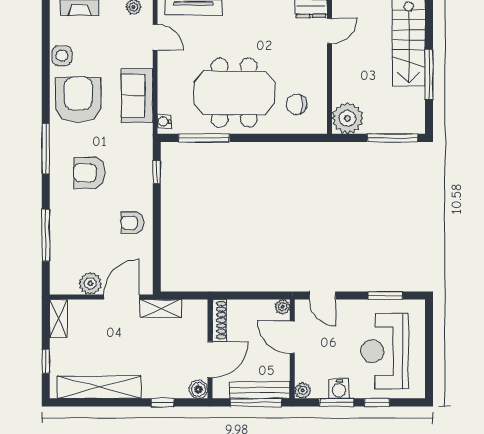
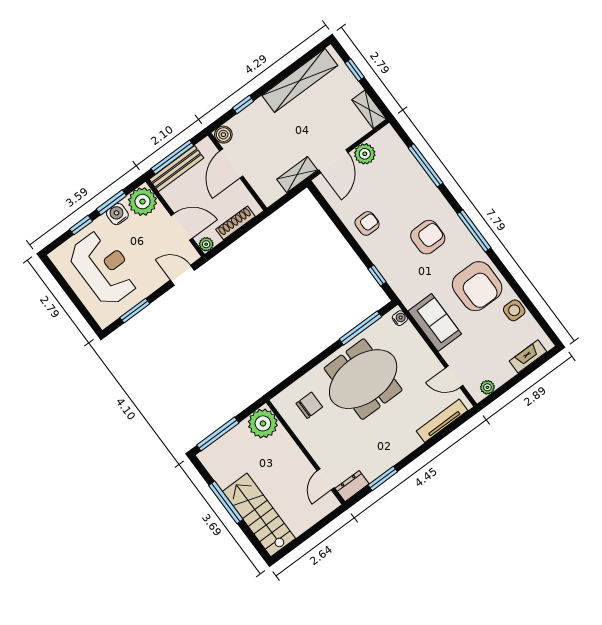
shoe rack: (219, 320) -> (236, 223), moved, turned 90
plant: (303, 390) -> (143, 202), width x1.87, depth x1.87

